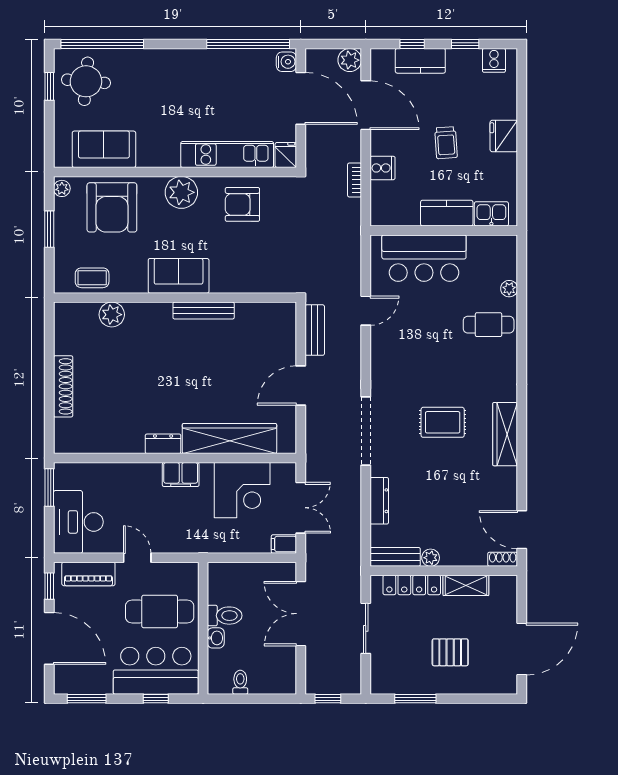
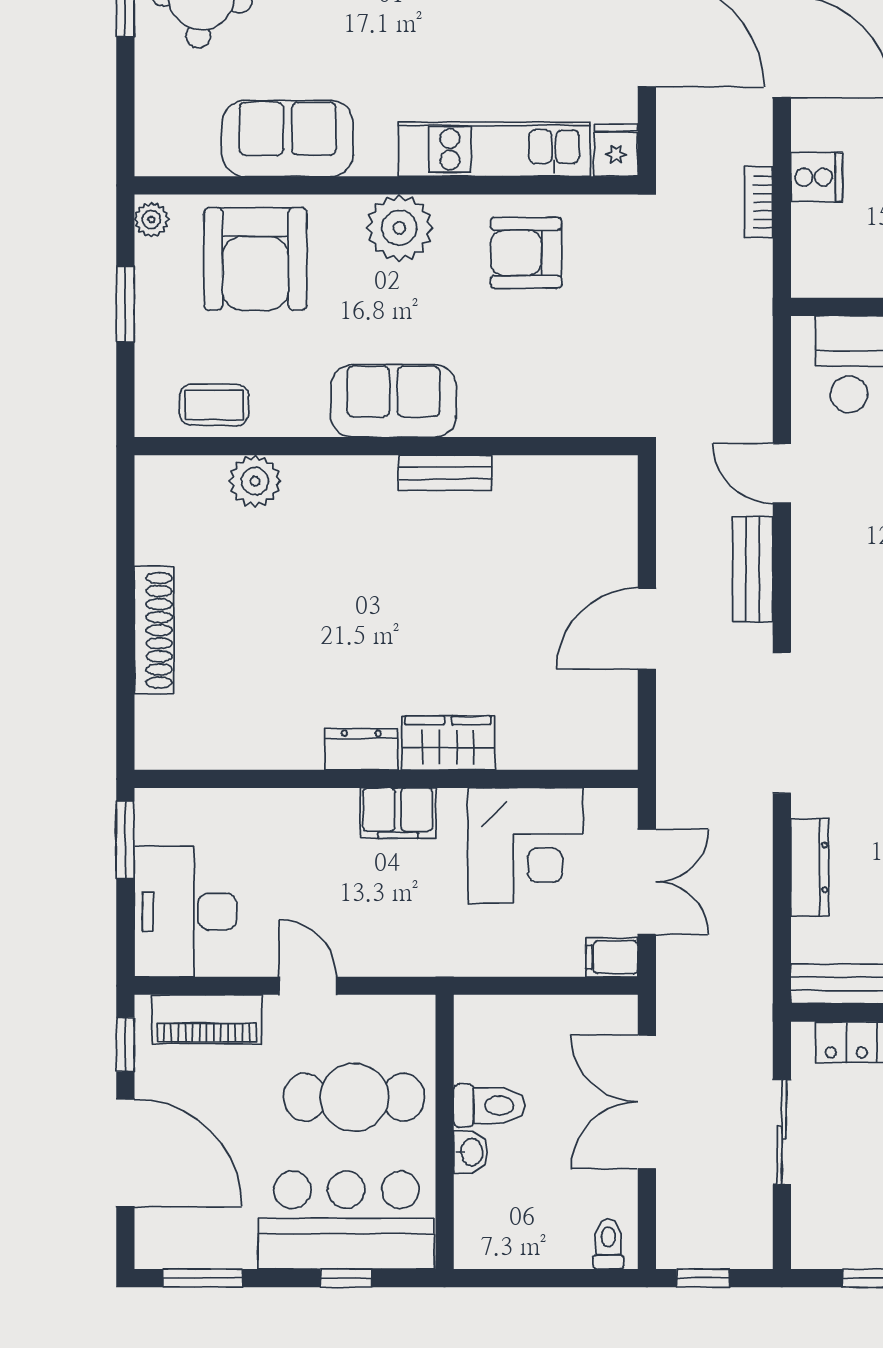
sofa: (104, 149) -> (288, 138), moved
bench: (204, 311) -> (445, 473), width x0.73
door: (366, 311) -> (782, 473), swing flipped
bench: (315, 330) -> (753, 569), moved
wardrobe: (229, 438) -> (448, 743), width x0.48, depth x0.85
toilet: (240, 682) -> (608, 1244), moved

